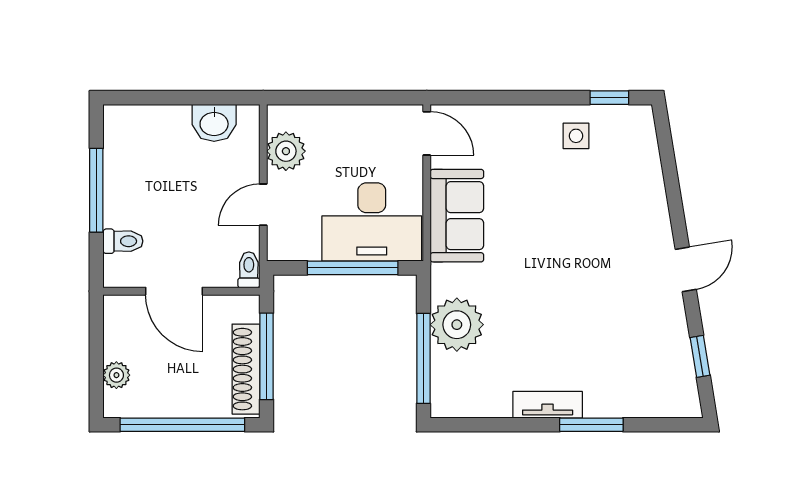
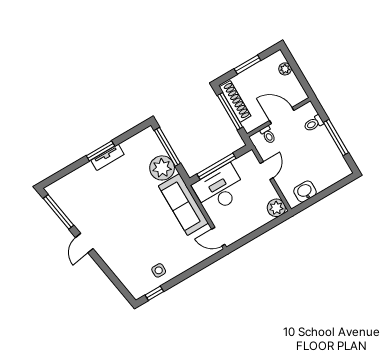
plant: (286, 151) -> (276, 208), moved
sofa: (457, 216) -> (183, 205), width x1.36
toilet: (249, 270) -> (268, 135), moved
window: (700, 356) -> (58, 212), width x2.17
window: (182, 425) -> (247, 65), width x0.47
window: (591, 425) -> (100, 151), moved

